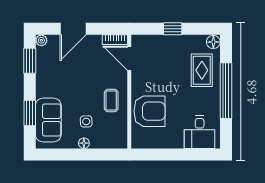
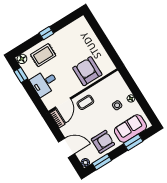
window: (173, 29) -> (21, 75), moved
armchair: (53, 77) -> (103, 142), added
window: (226, 91) -> (46, 33), width x0.32
coffee table: (111, 101) -> (85, 102), moved
desk: (200, 132) -> (44, 83), moved, turned 180

